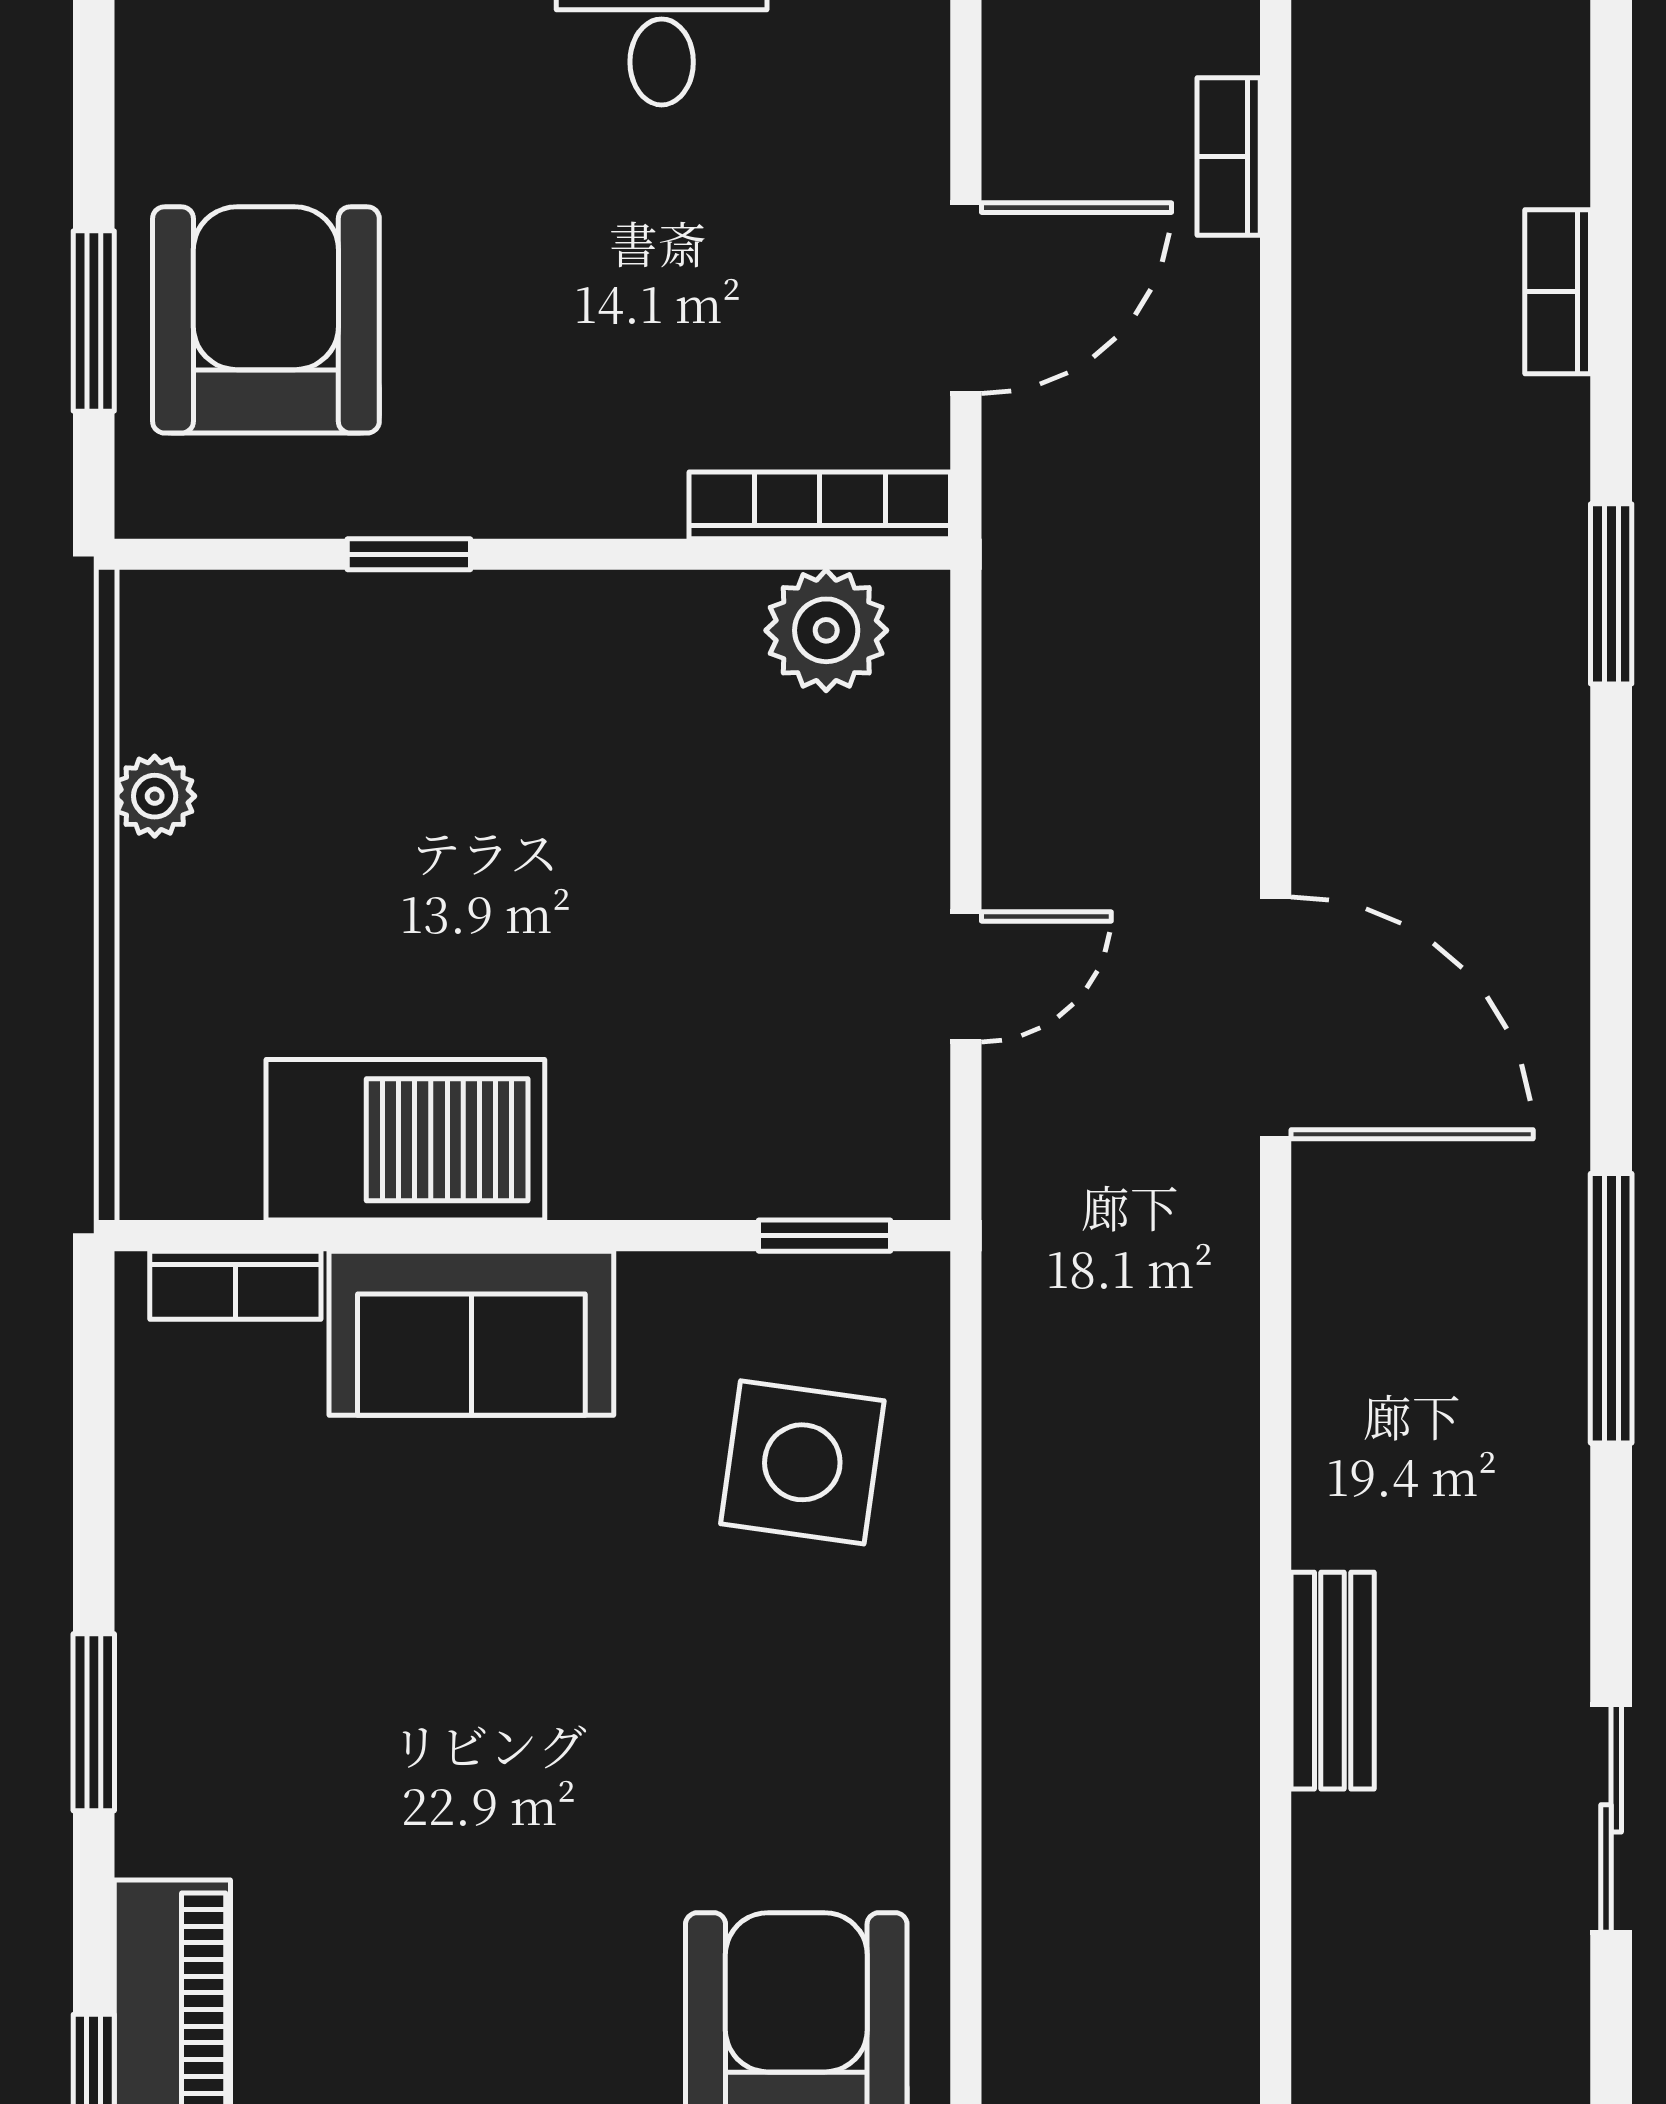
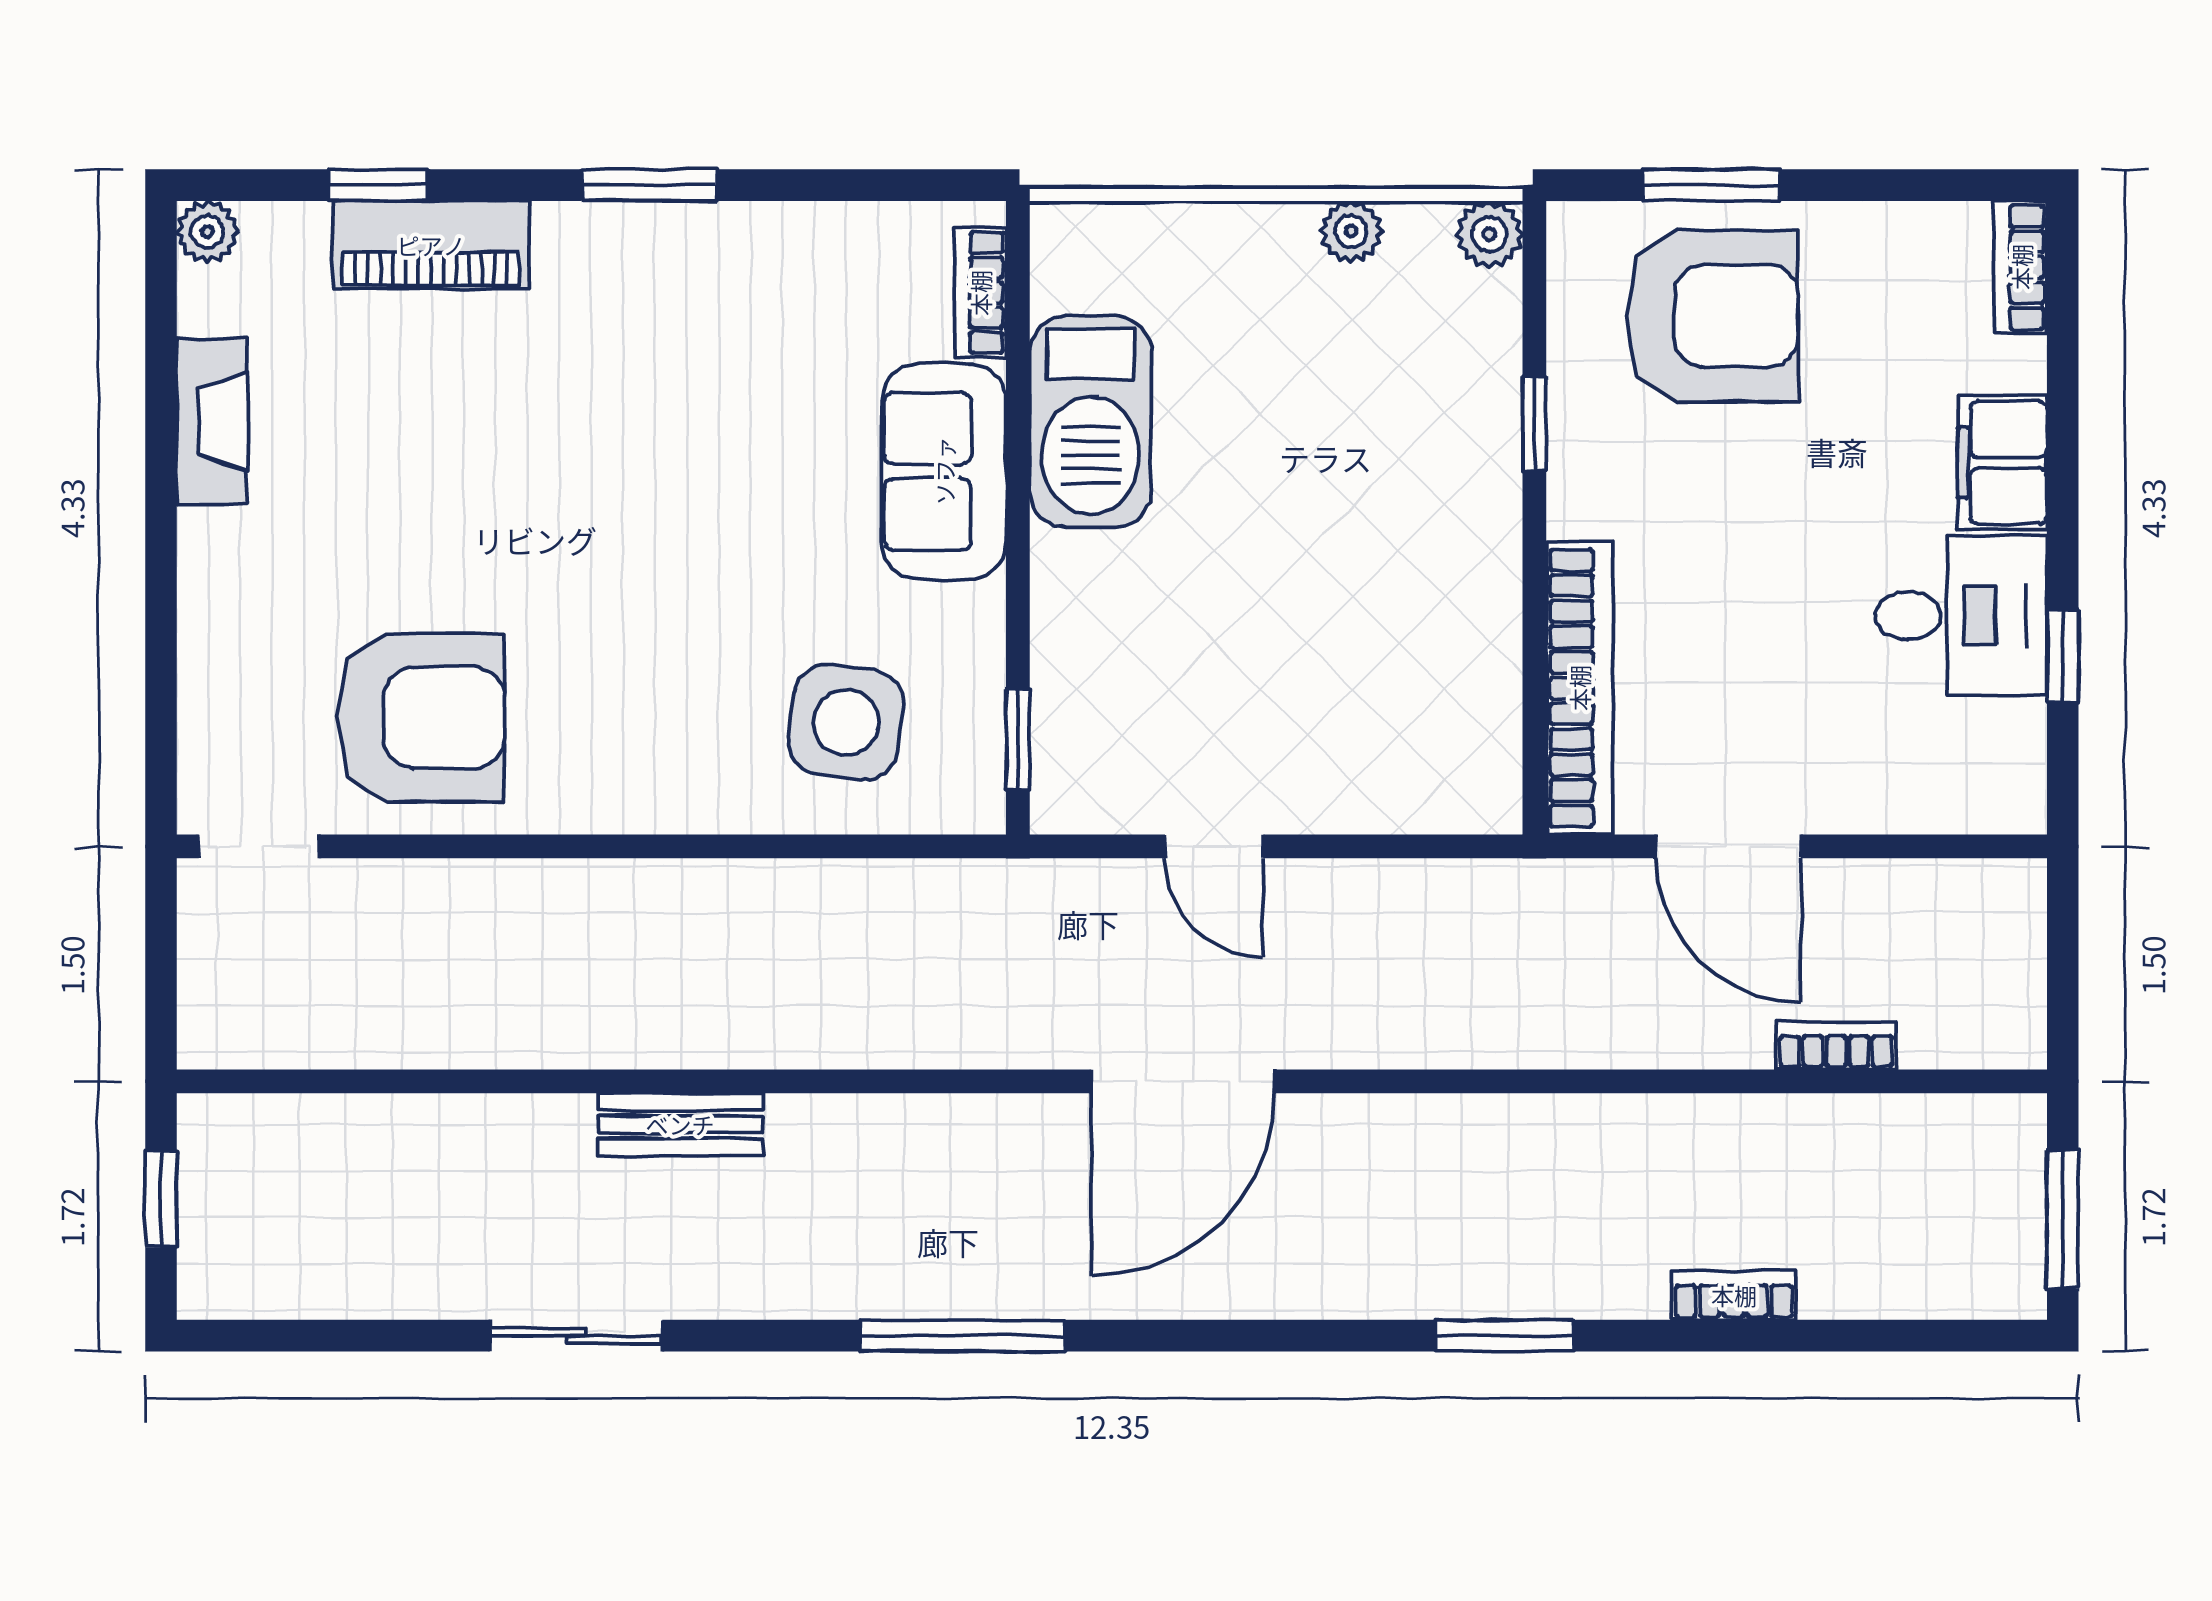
bookcase: (820, 505) -> (1579, 688), width x1.48, depth x1.31
plant: (826, 630) -> (1489, 234), moved, width x0.73, depth x0.73

